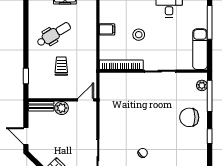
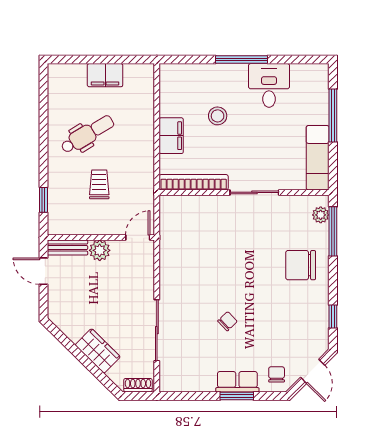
filing cabinet: (107, 29) -> (171, 136), width x2.00
stool: (139, 35) -> (218, 116), moved
door: (26, 136) -> (44, 271), moved
window: (210, 136) -> (333, 317), moved

